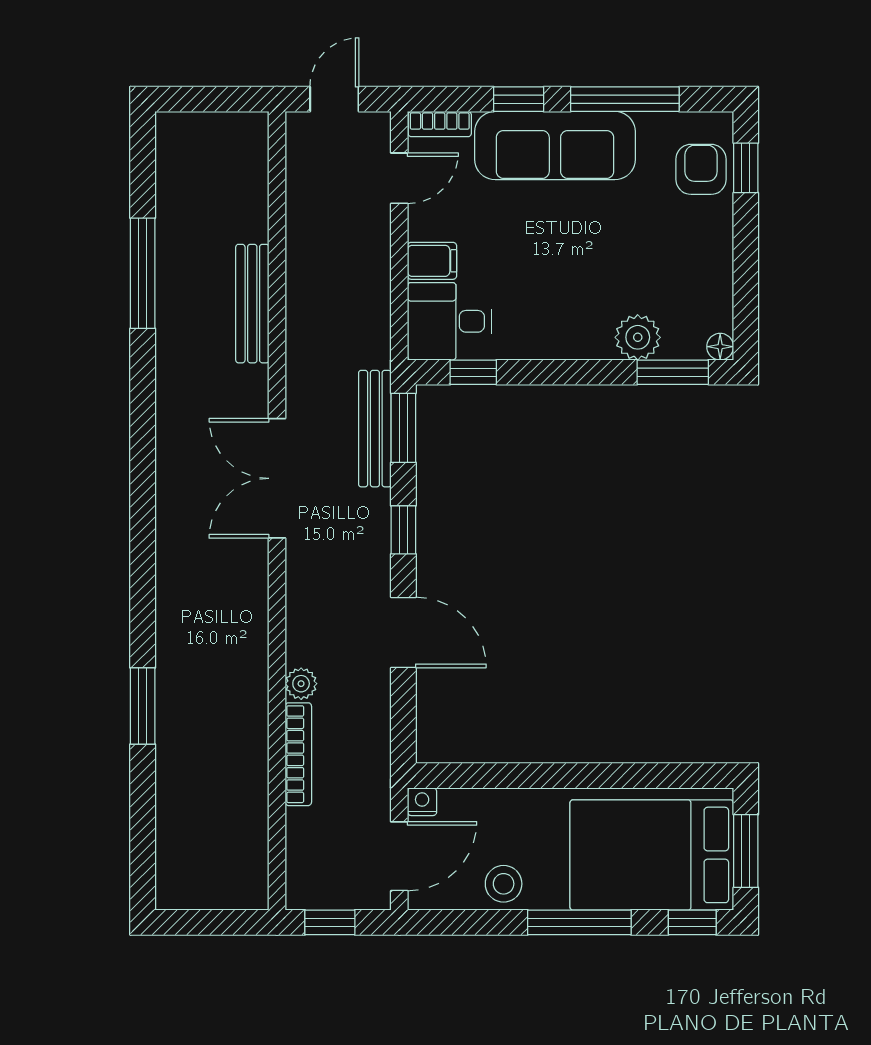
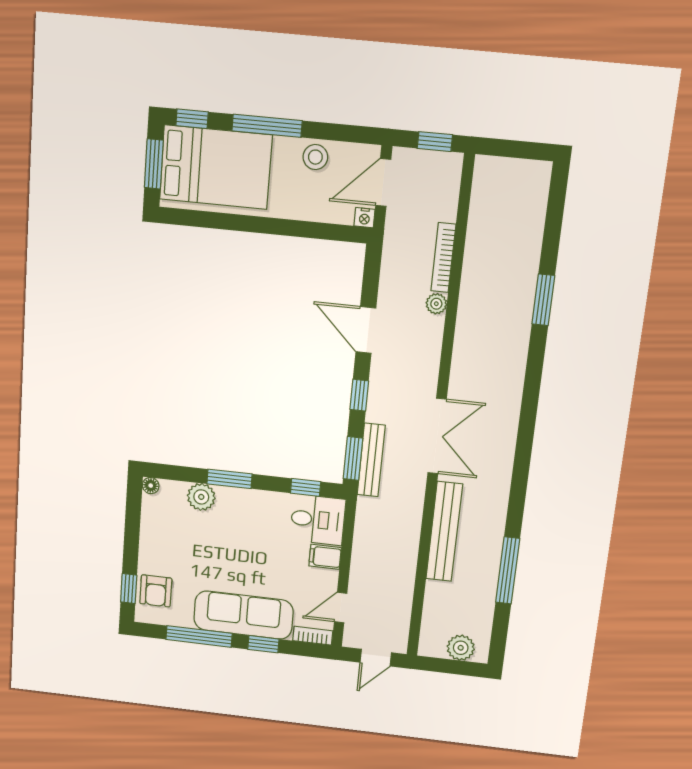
plant: (201, 134) -> (461, 648), added
bench: (252, 304) -> (444, 532), width x1.37, depth x1.21
window: (673, 372) -> (229, 479), moved

